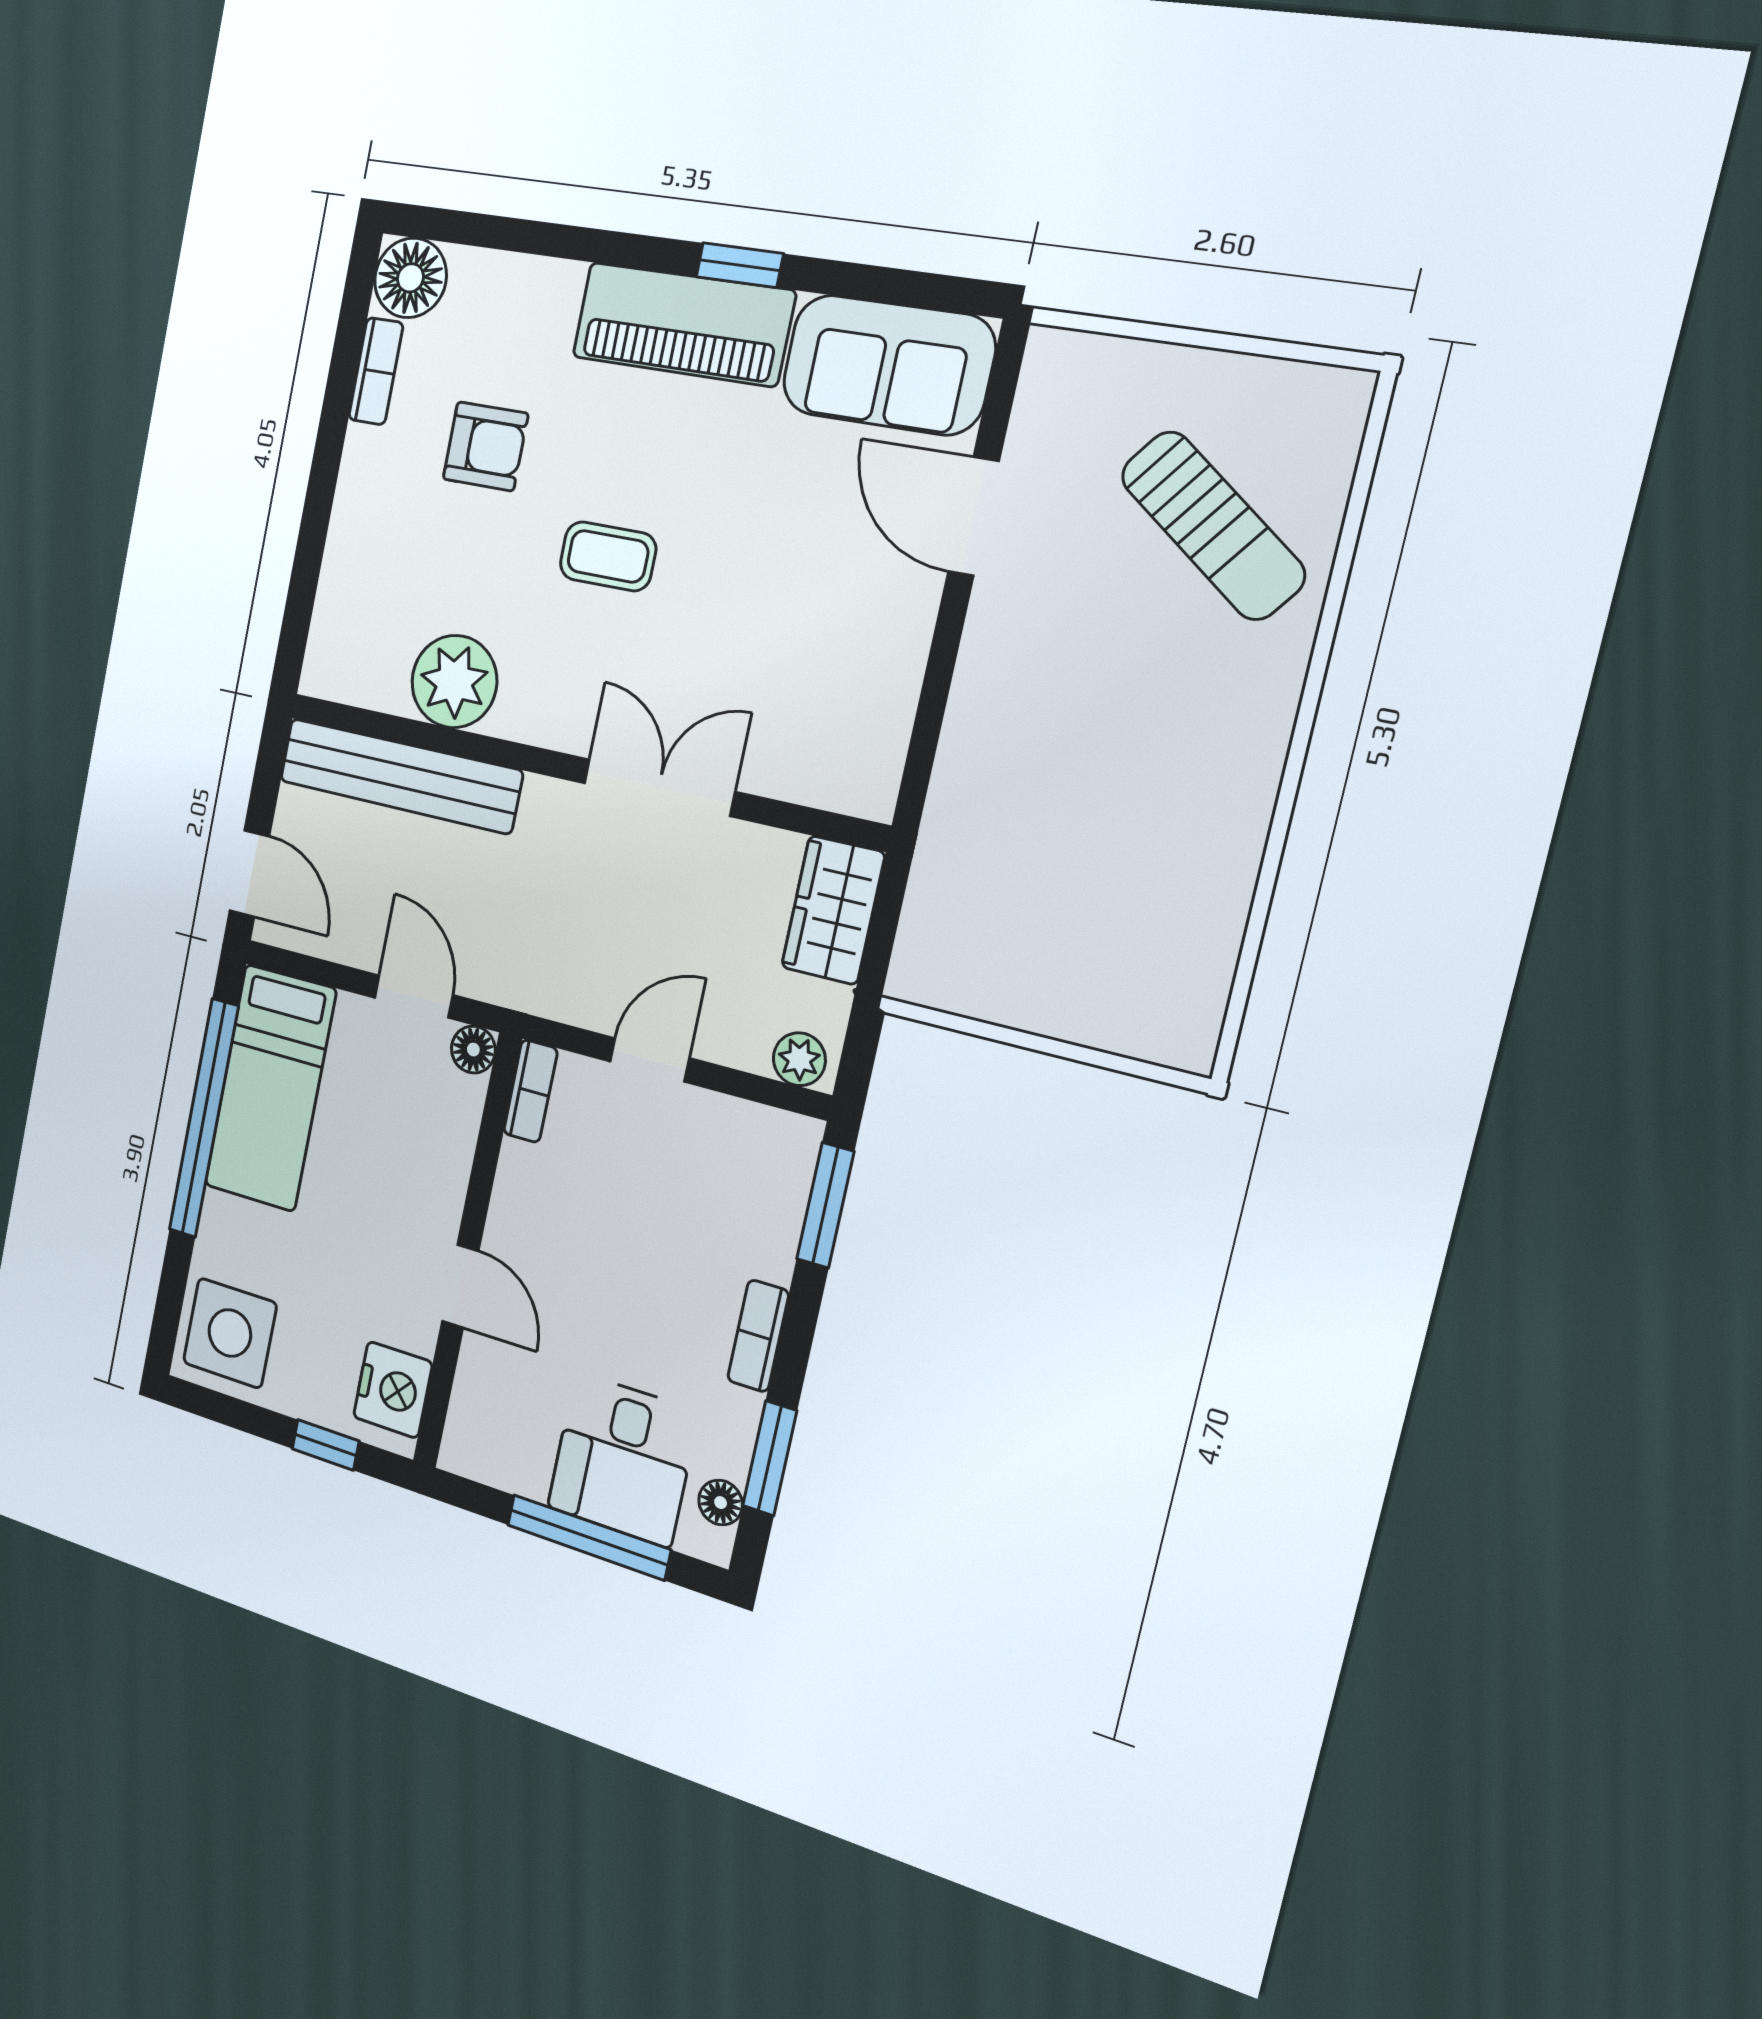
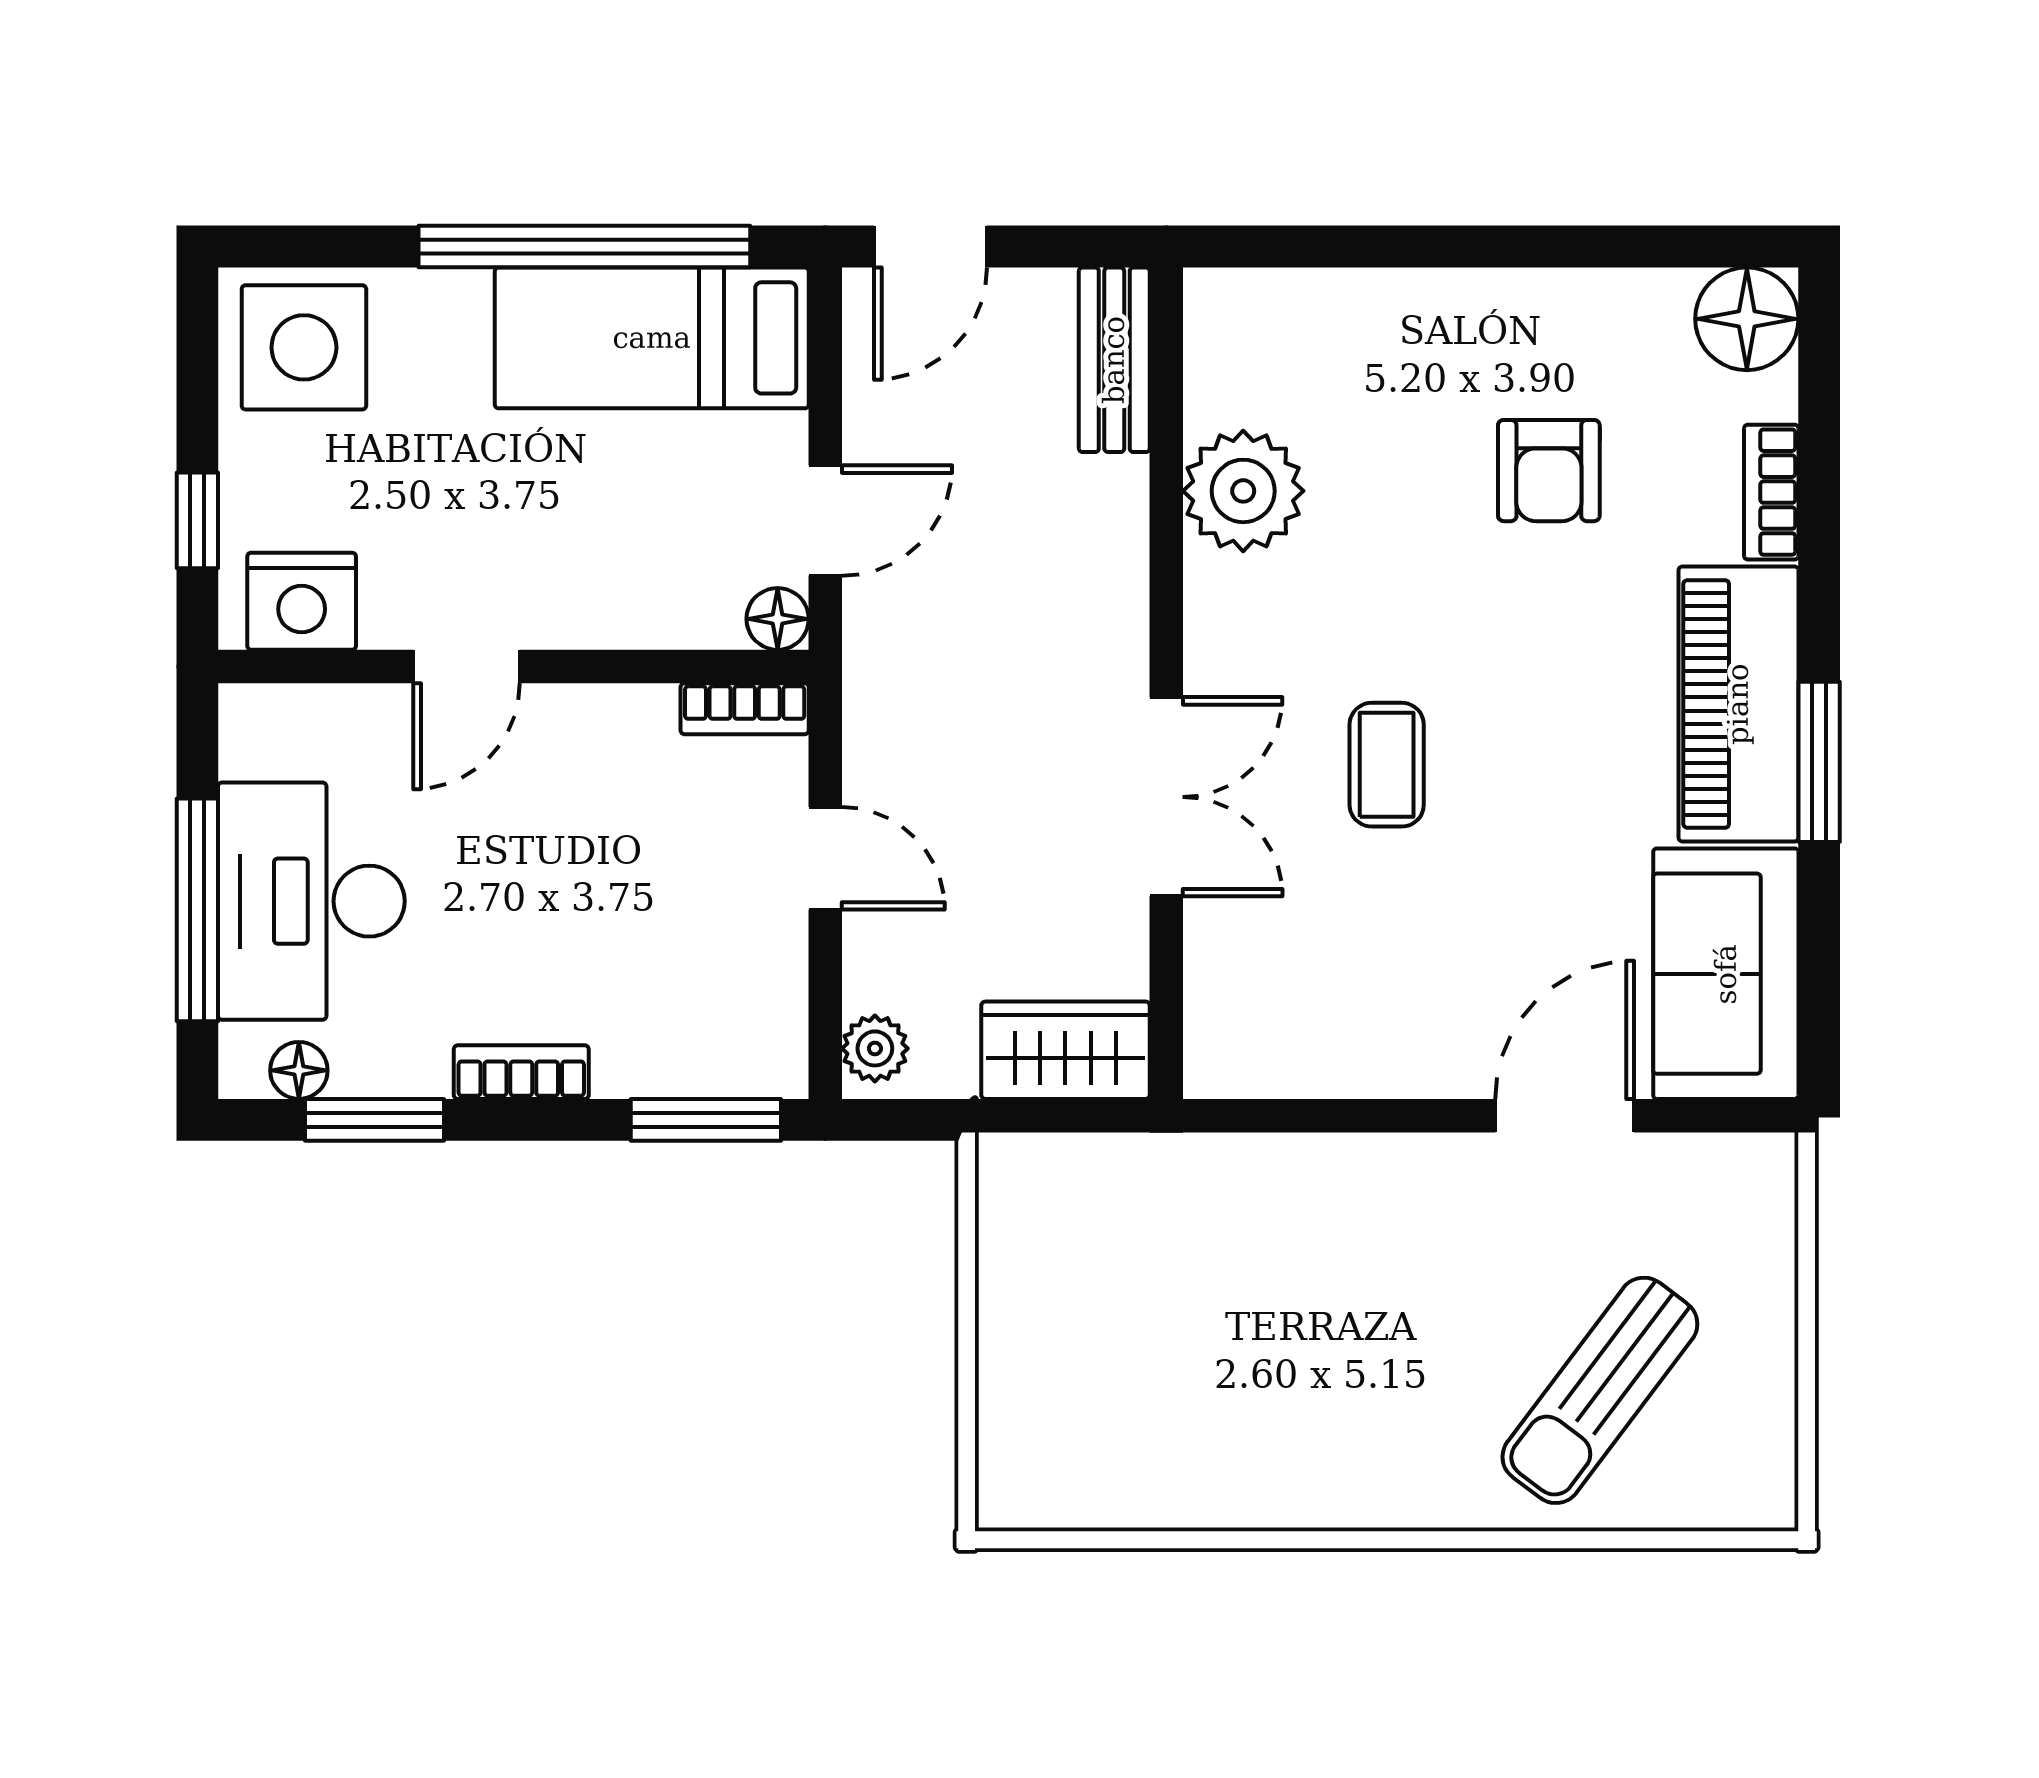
window: (740, 265) -> (1819, 762), width x1.50
bookcase: (376, 371) -> (1771, 492), moved, turned 90
coffee table: (608, 556) -> (1387, 765), moved
bench: (400, 776) -> (1114, 360), width x0.54, depth x0.82
desk: (623, 1460) -> (311, 901), width x1.37

